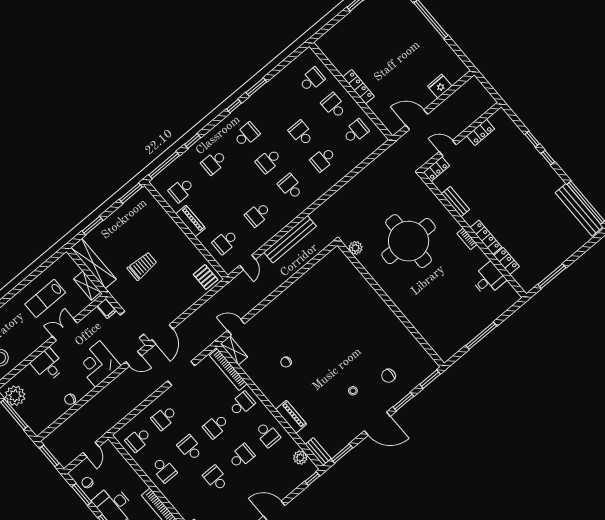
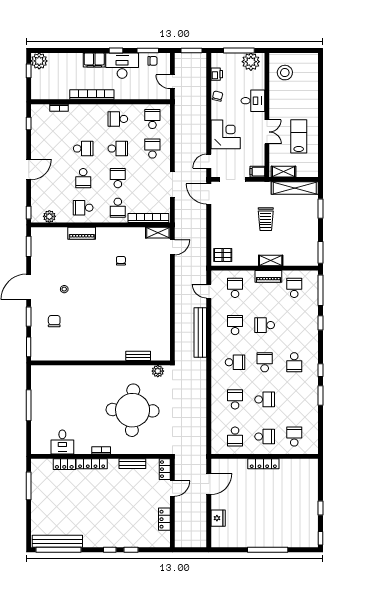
school desk: (312, 80) -> (294, 437), turned 180
school desk: (214, 162) -> (265, 325), moved, turned -90
shelving: (175, 231) -> (271, 260), added
printer: (51, 416) -> (217, 74), added
bench: (318, 452) -> (138, 356), moved

